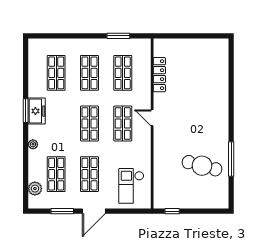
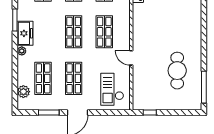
freezer: (37, 111) -> (25, 33), moved
door: (152, 118) -> (131, 58), moved
window: (231, 159) -> (204, 87), moved
cafe table: (202, 166) -> (177, 71), turned 75

